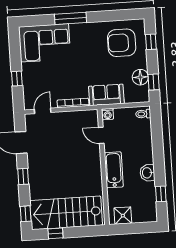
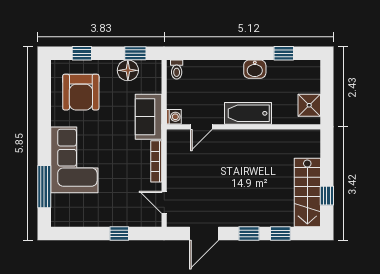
window: (70, 18) -> (44, 187), moved
corner sofa: (45, 43) -> (74, 160), moved
stairs: (66, 213) -> (307, 192), width x0.73, depth x0.66
window: (26, 214) -> (280, 233), moved

